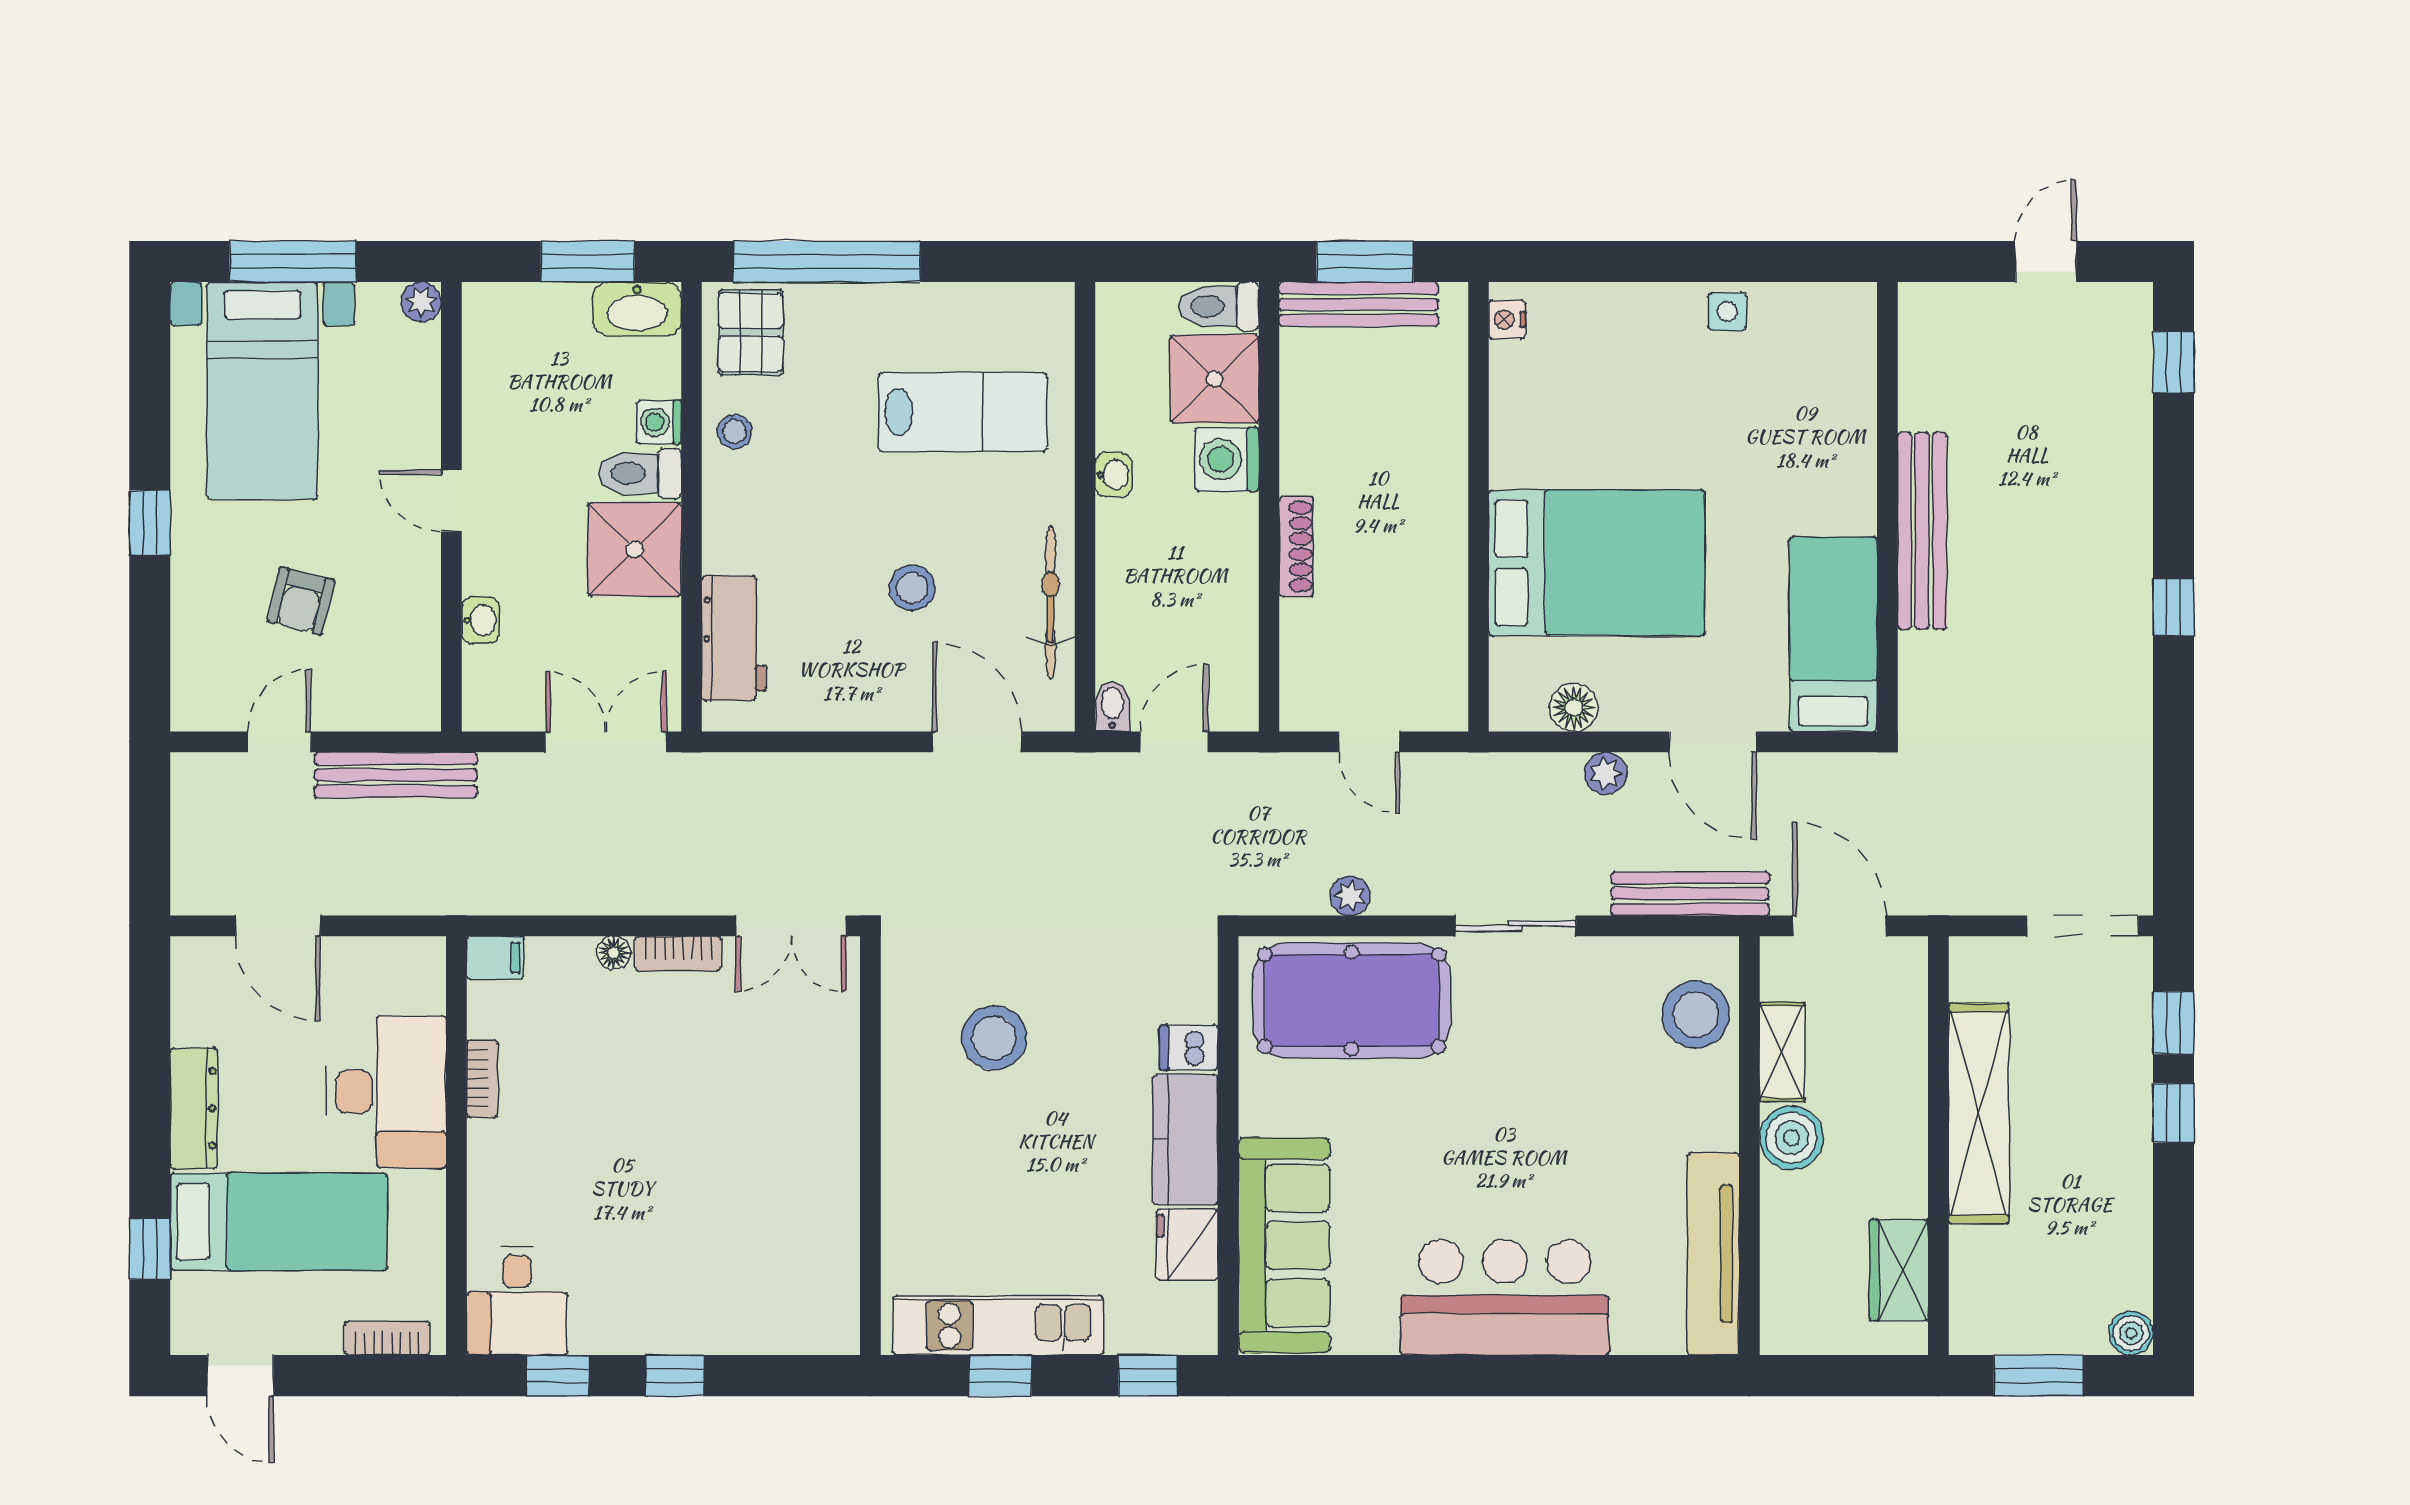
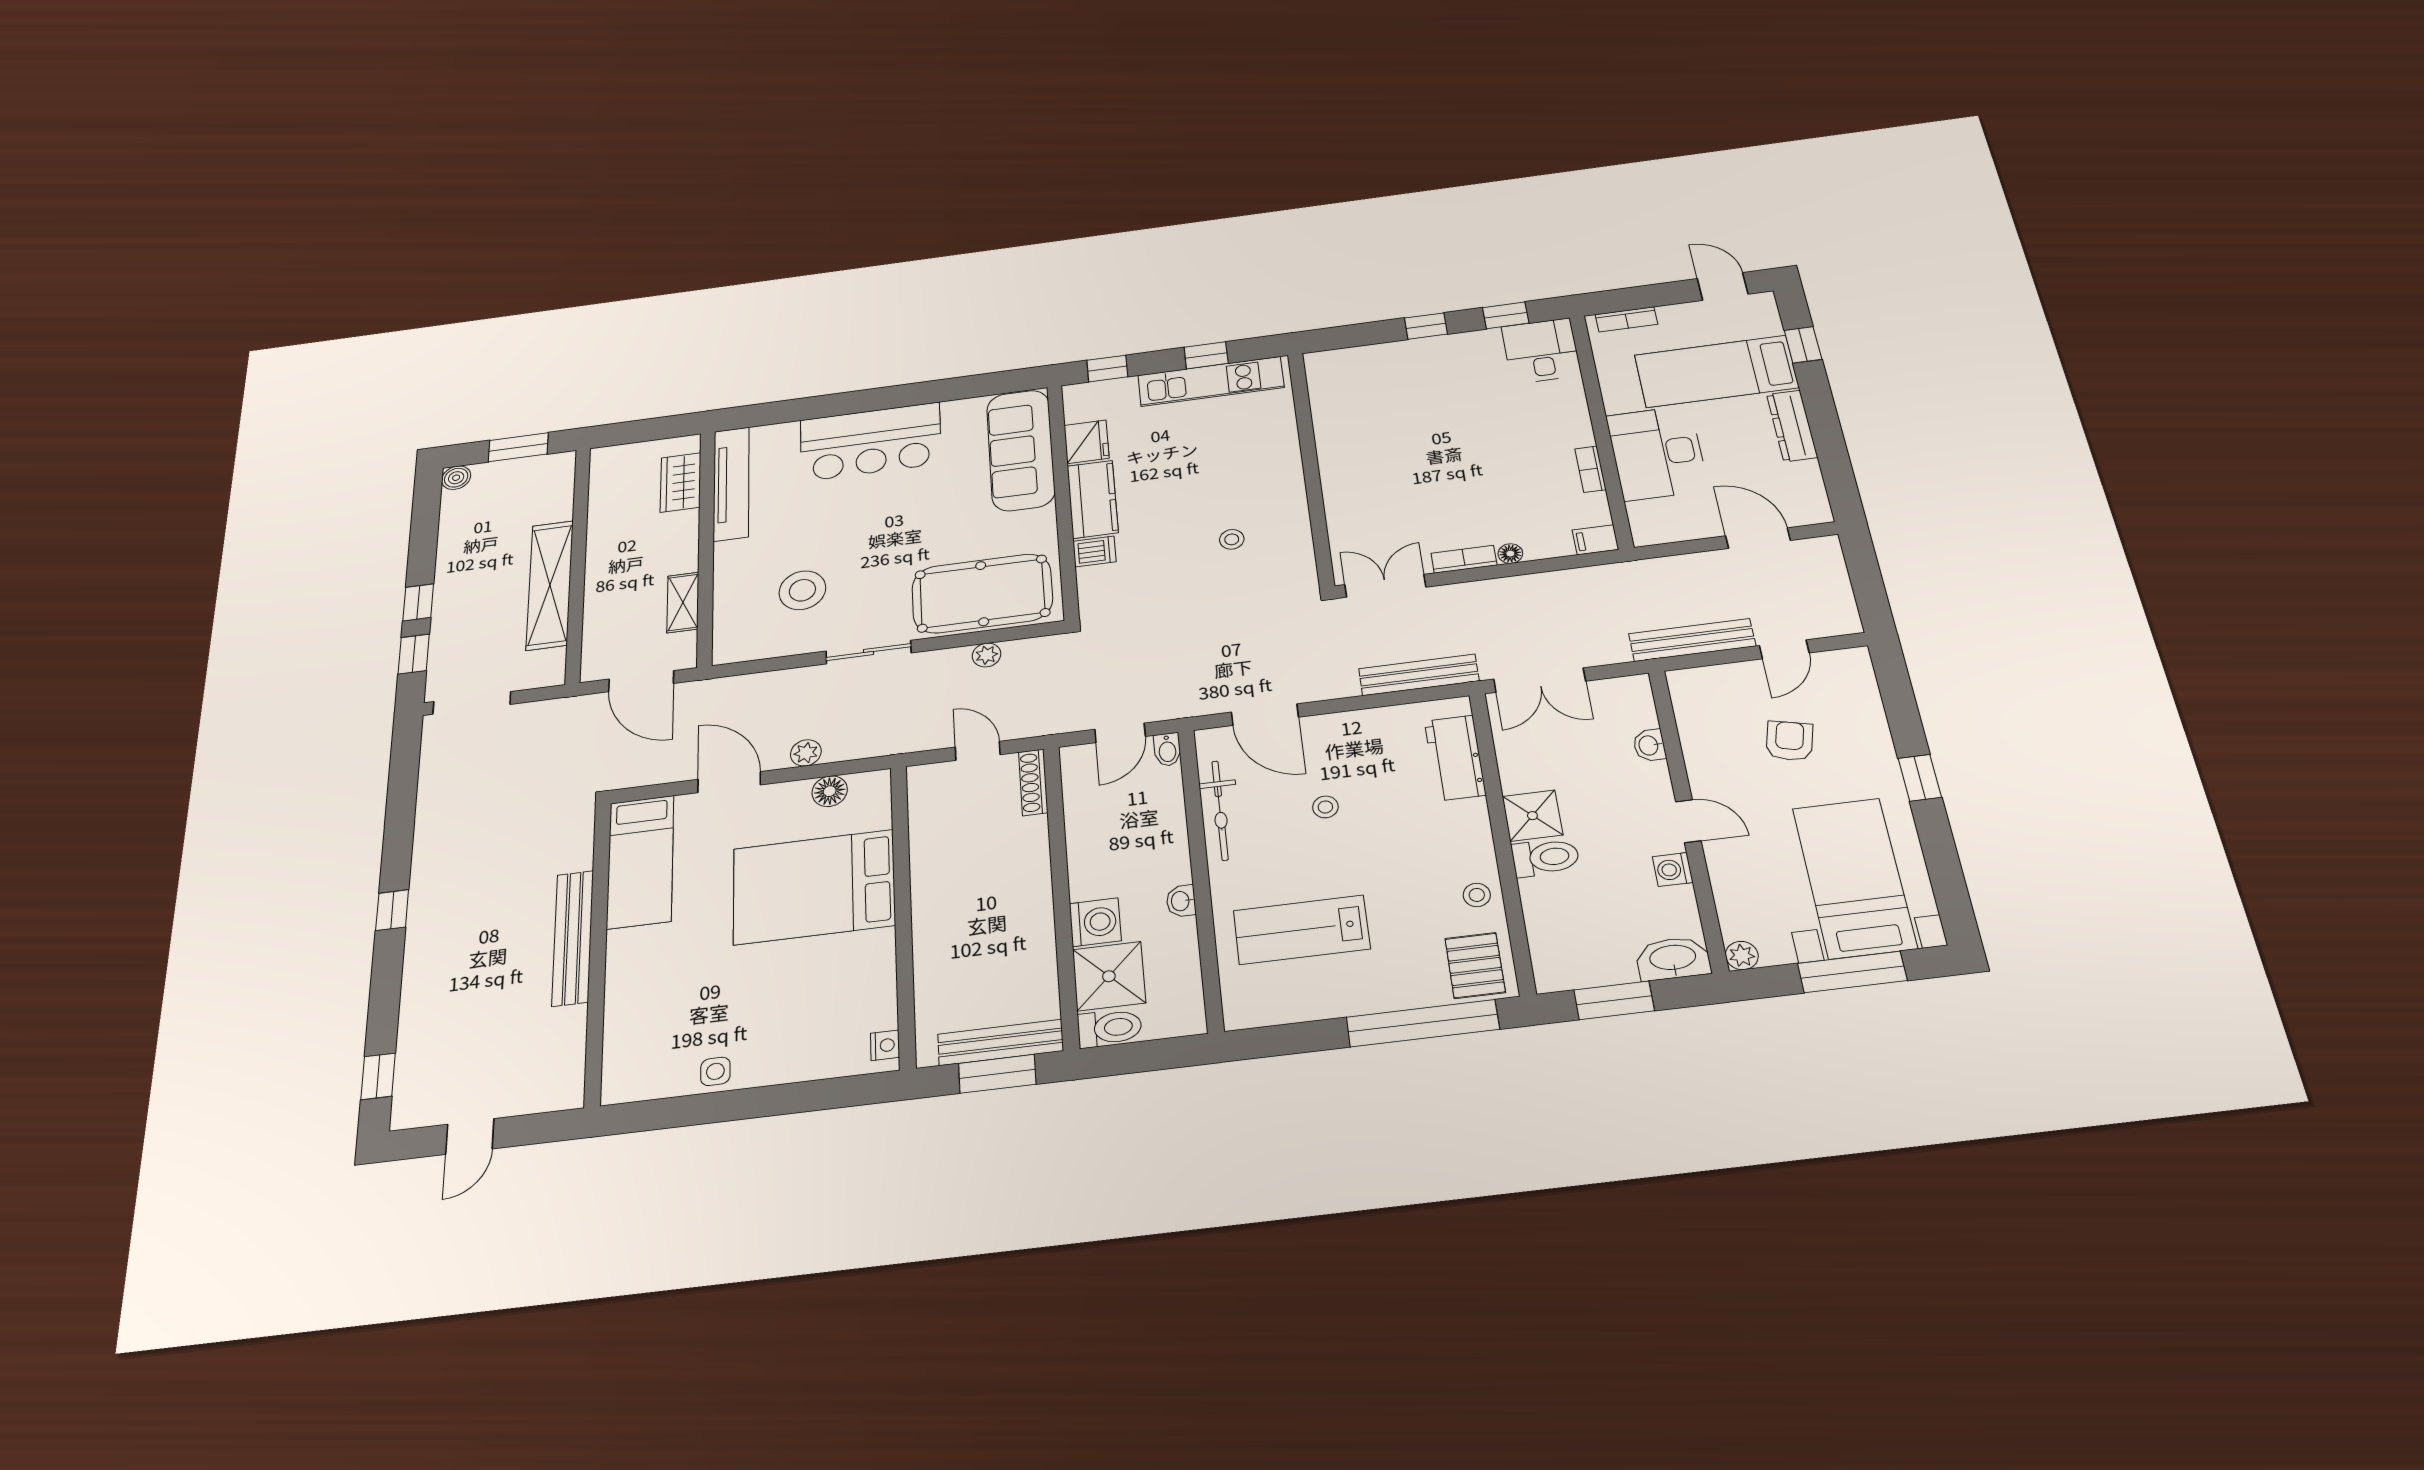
washbasin: (637, 309) -> (1673, 959), moved
washing machine: (659, 422) -> (1673, 870), moved, turned 180
shoe rack: (1296, 546) -> (1033, 782), moved
shower: (634, 549) -> (1532, 816), width x0.73, depth x0.73
stool: (912, 588) -> (1325, 807), width x0.73, depth x0.73
bench: (1690, 894) -> (1419, 675), moved
stool: (1696, 1014) -> (802, 590), moved
stool: (994, 1038) -> (1232, 539), width x0.53, depth x0.53
boiler: (1791, 1138) -> (677, 555), removed
wardrobe: (1899, 1270) -> (681, 482), moved, turned 180

